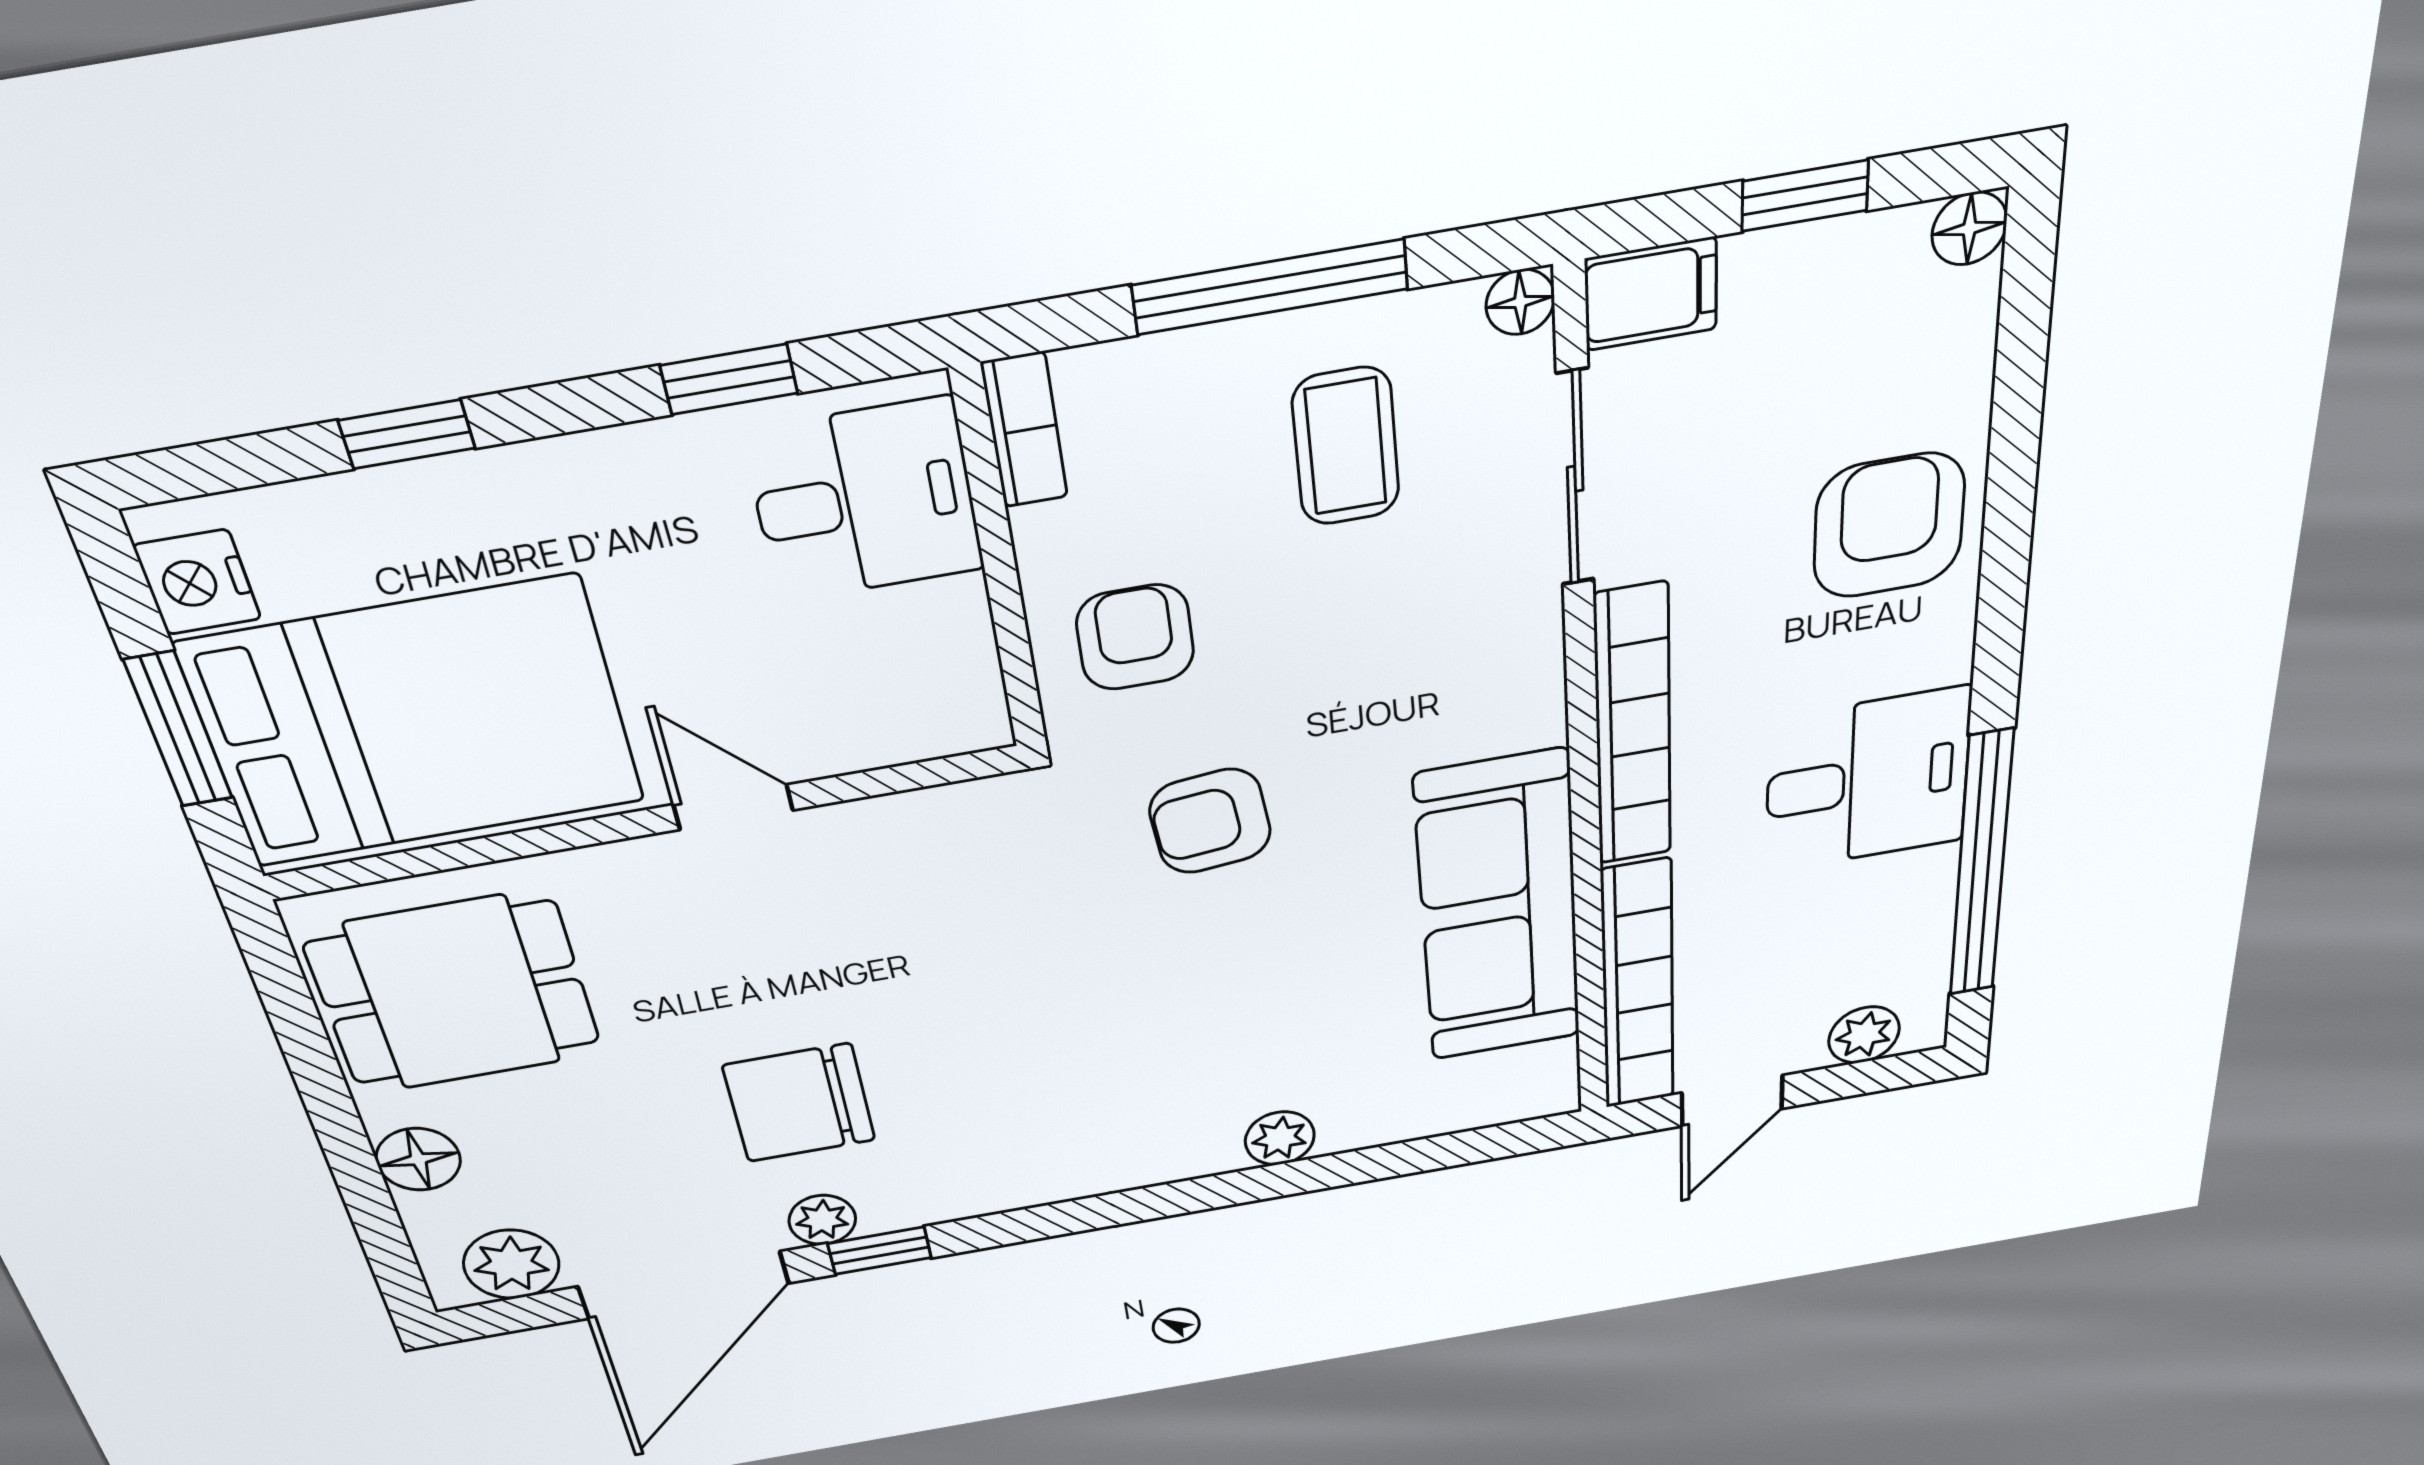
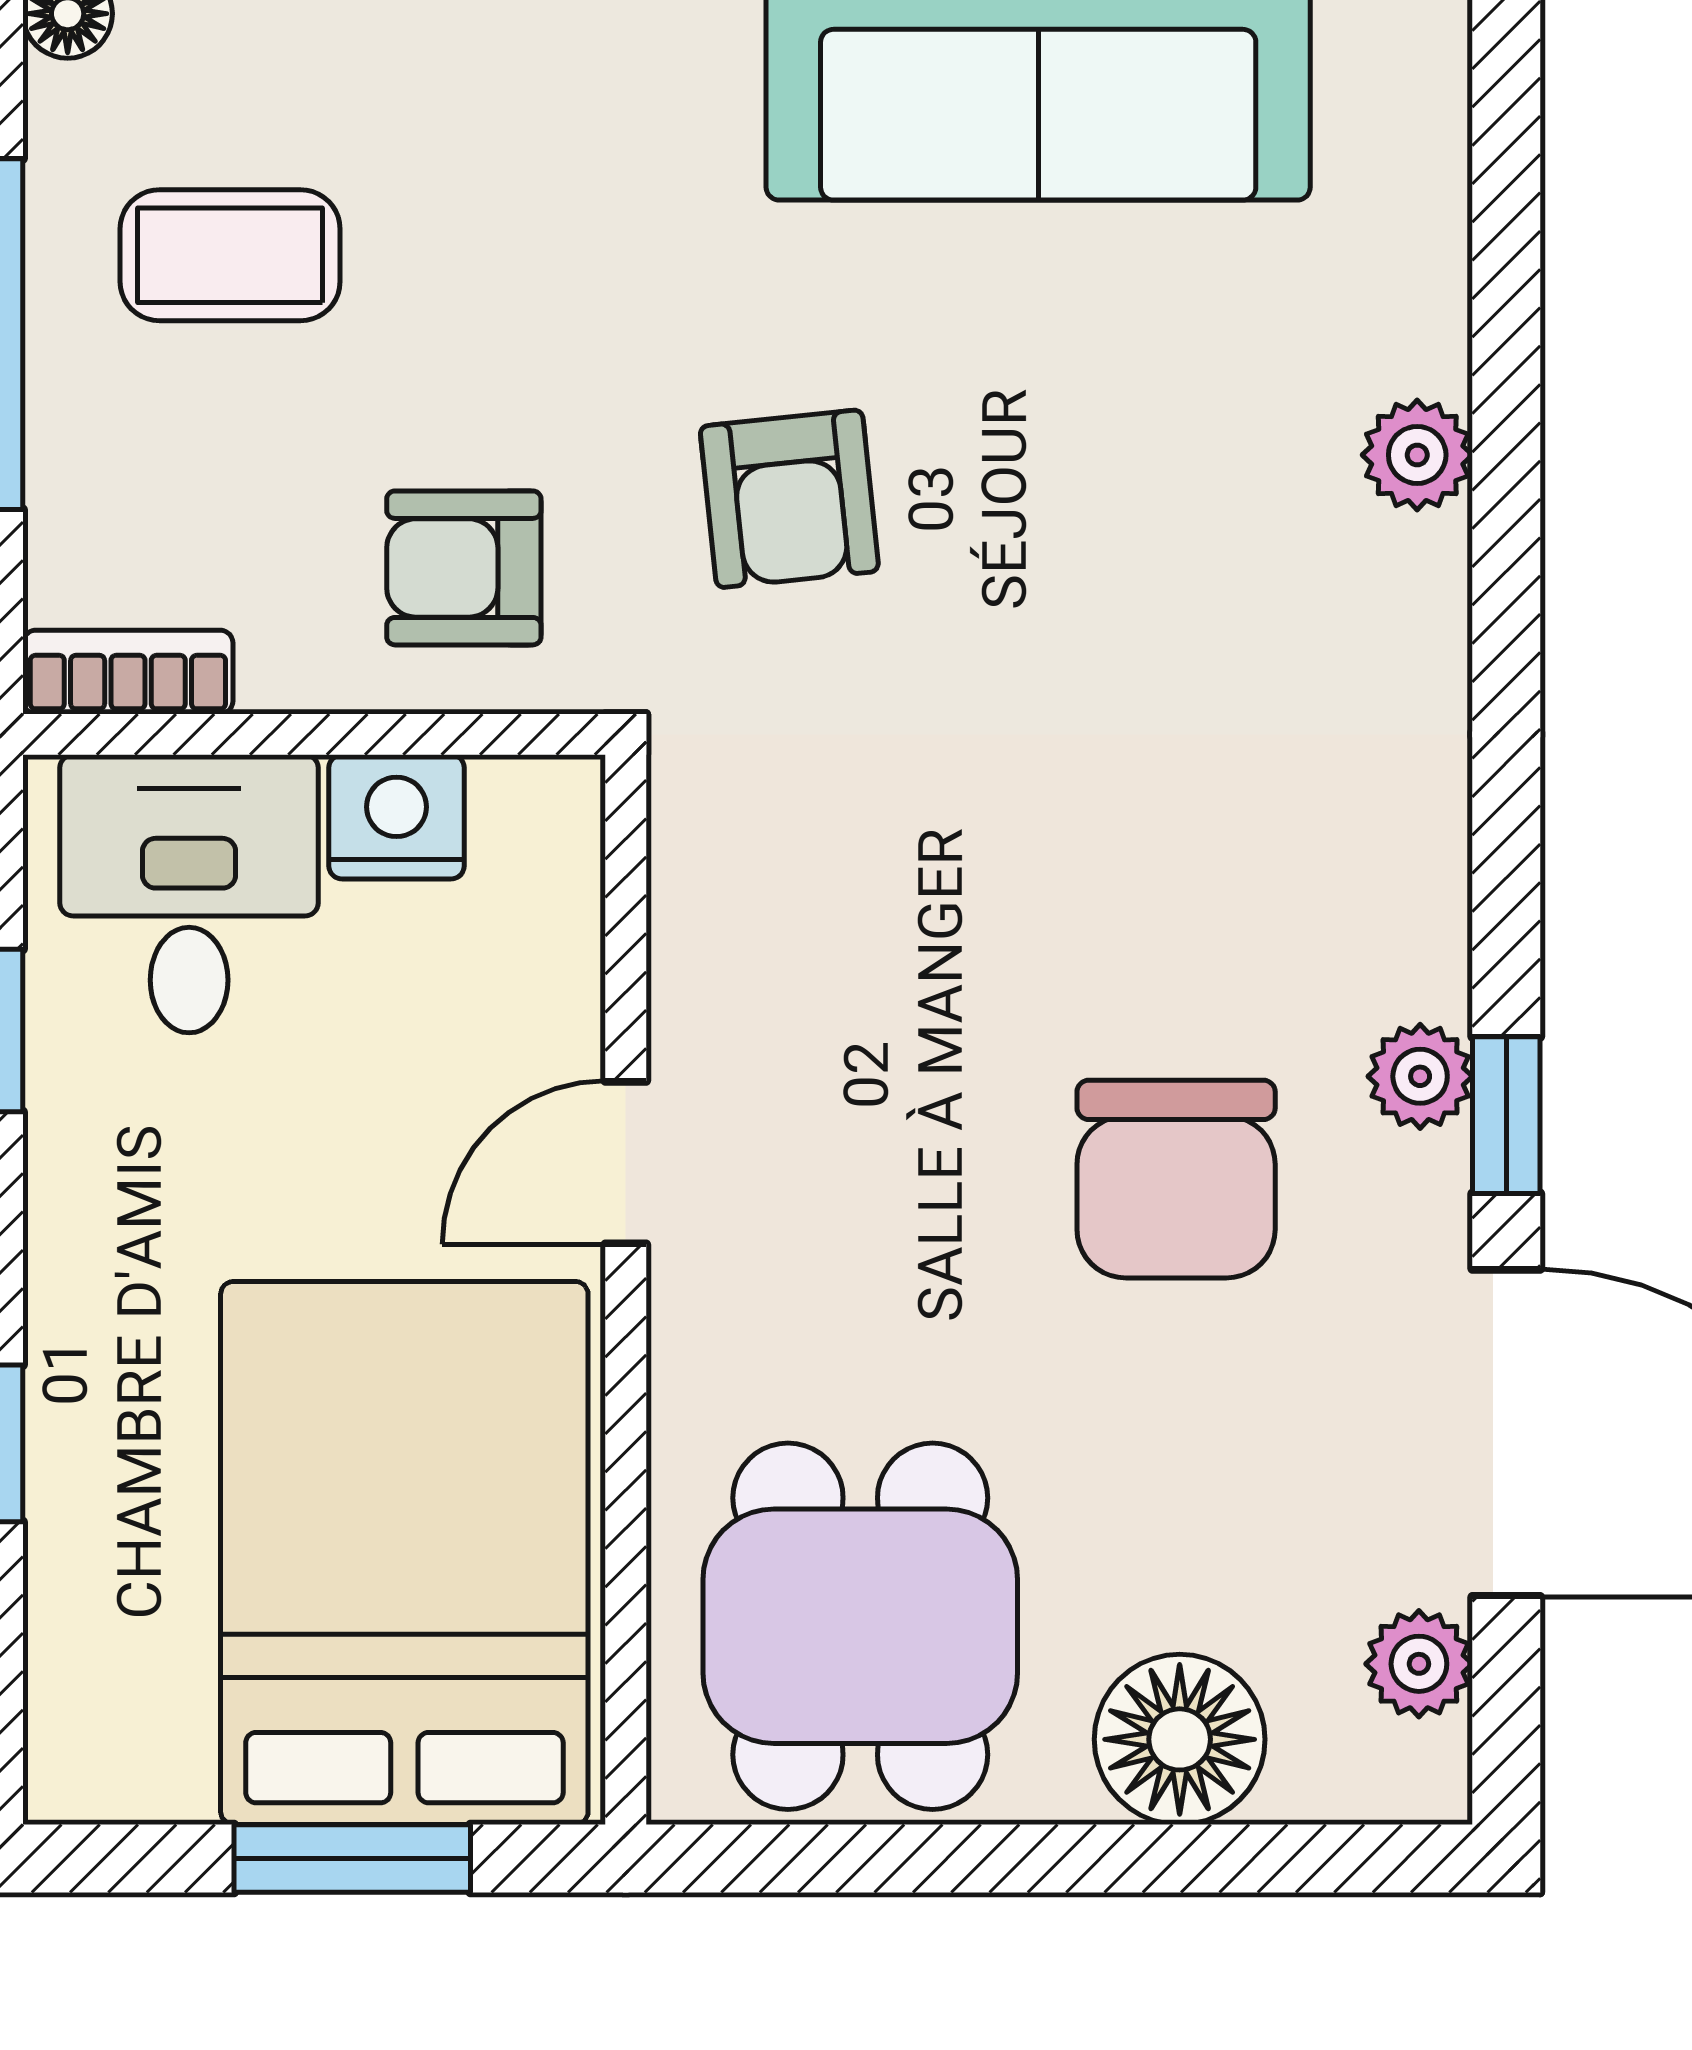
nightstand: (197, 582) -> (397, 817), moved, turned 180
floor lamp: (418, 1159) -> (1180, 1739), width x1.38, depth x1.38
plant: (822, 1220) -> (1420, 1076), moved
plant: (511, 1264) -> (1419, 1664), width x0.73, depth x0.73

